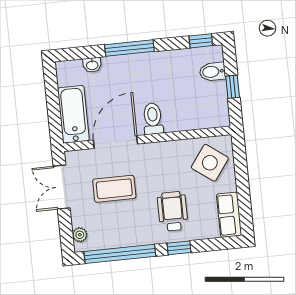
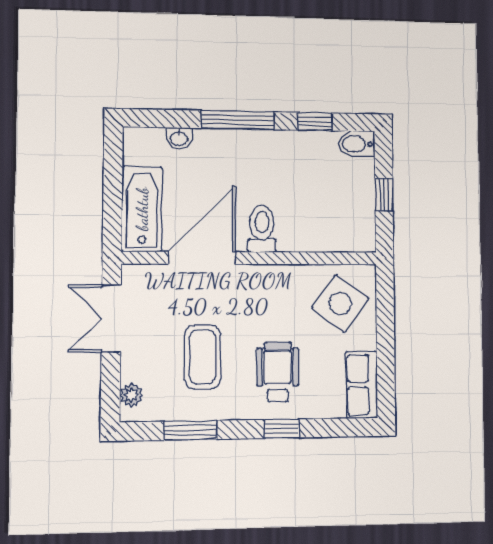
window: (201, 41) -> (315, 122), moved
bidet: (212, 72) -> (356, 144), moved
coffee table: (114, 189) -> (202, 357), moved, turned 90
window: (120, 254) -> (190, 430), width x0.47

